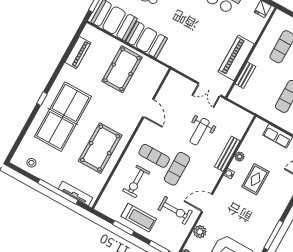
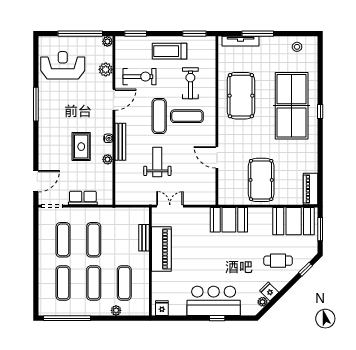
booth: (147, 40) -> (229, 220), moved
piano: (78, 53) -> (311, 189), moved
bench: (227, 154) -> (120, 142), moved
window: (58, 192) -> (258, 34), width x0.68
exercise bike: (175, 210) -> (140, 77), turned 180
window: (123, 228) -> (194, 34), moved

